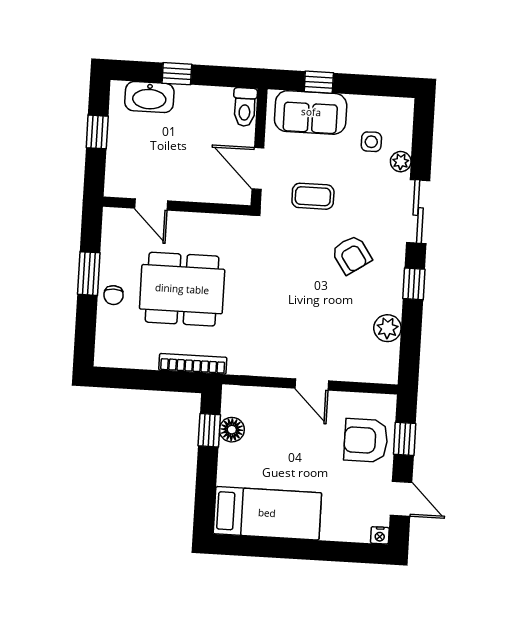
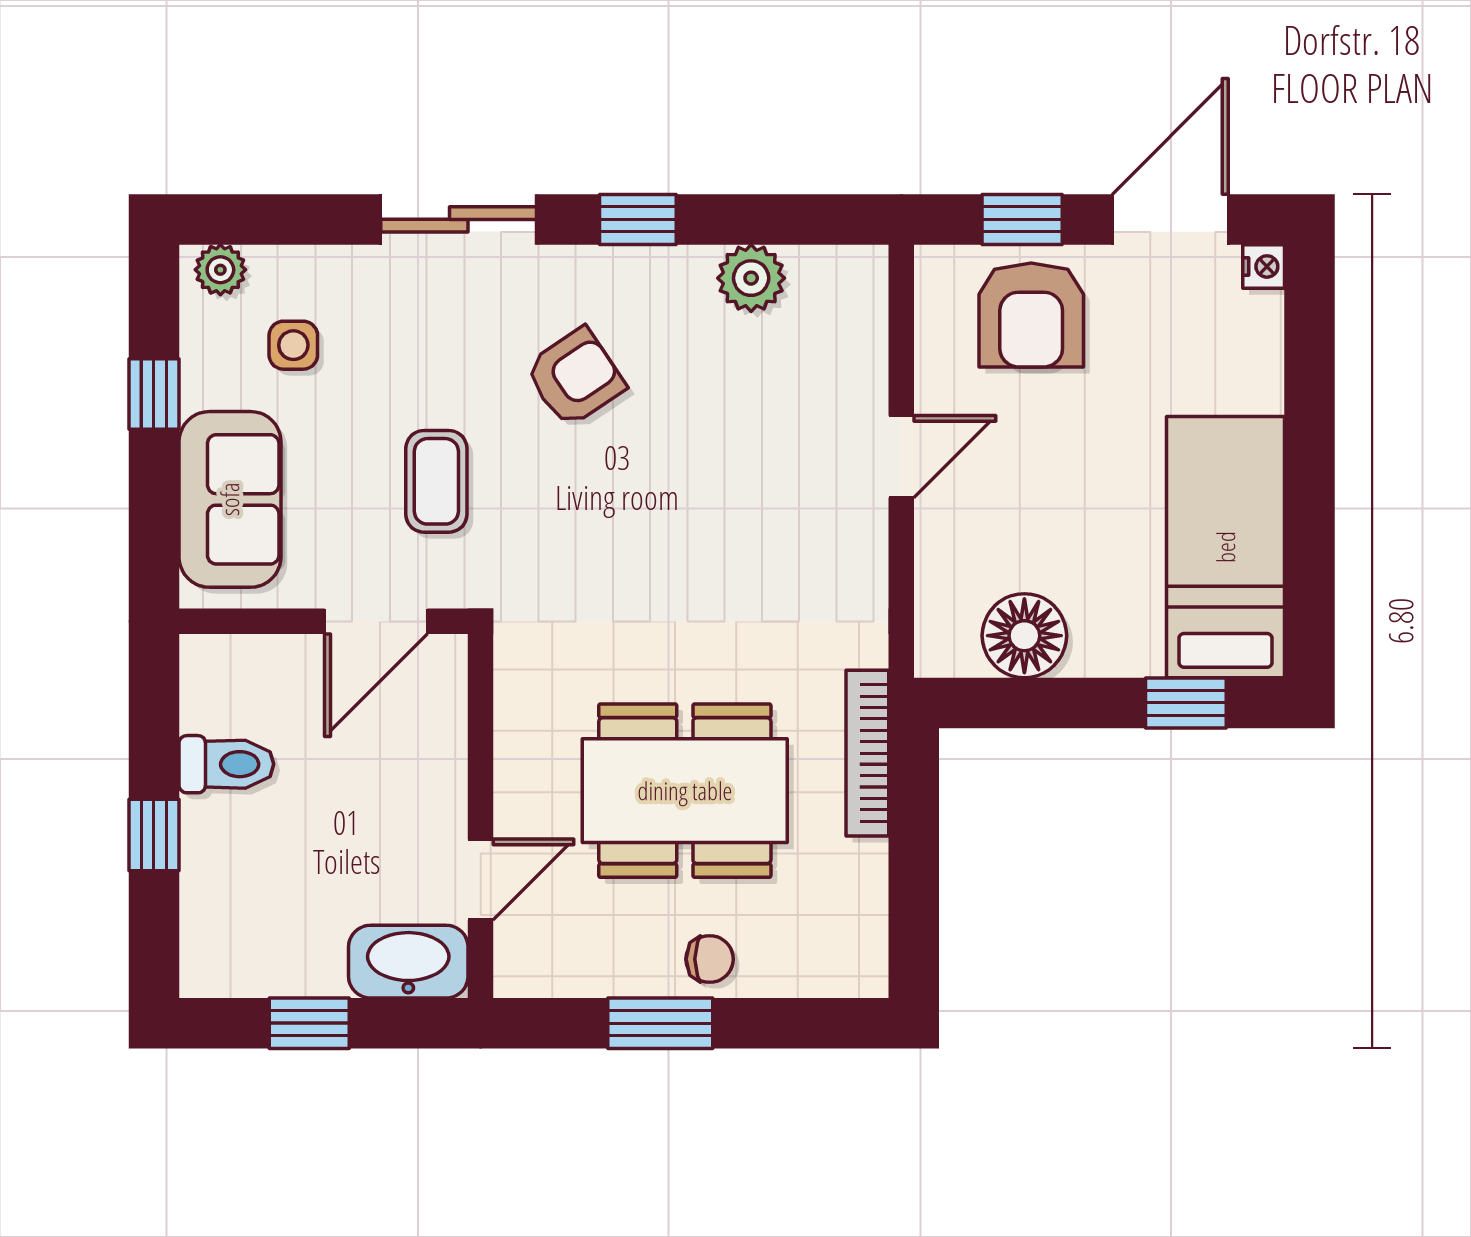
window: (319, 82) -> (154, 394), moved
washbasin: (149, 97) -> (408, 962), moved, turned -90
toilet: (245, 107) -> (226, 764), moved
plant: (401, 162) -> (220, 270), moved
dining table: (182, 289) -> (685, 791), turned 90
window: (209, 430) -> (1186, 703), moved
floor lamp: (232, 430) -> (1024, 636), width x1.38, depth x1.38
door: (401, 499) -> (1170, 219), width x1.38

